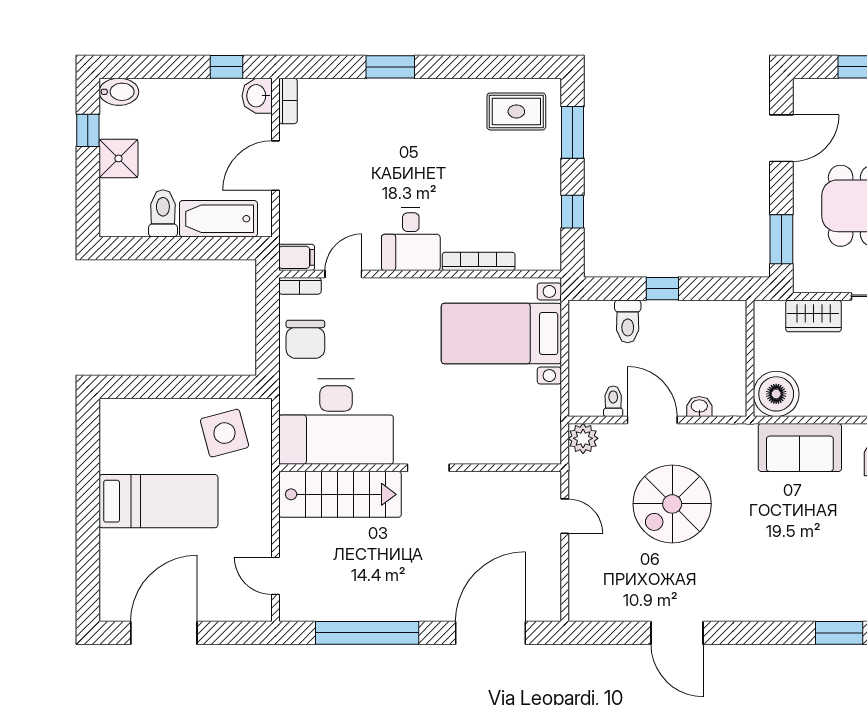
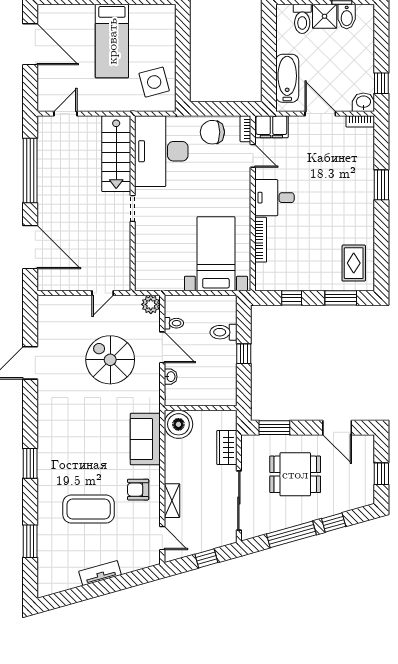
bidet: (119, 92) -> (347, 16), moved
toilet: (163, 213) -> (302, 19), moved, turned 90
filing cabinet: (297, 257) -> (271, 127), width x2.00
door: (652, 420) -> (162, 347), hinge flipped

